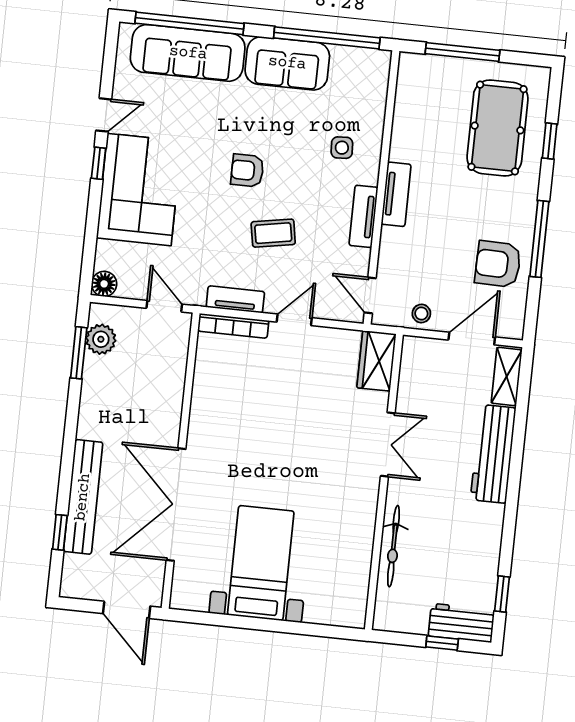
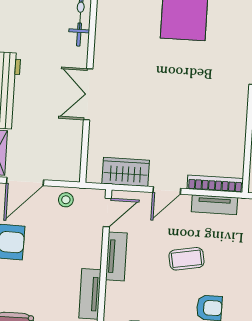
tv unit: (363, 216) -> (116, 256), moved
door: (370, 295) -> (107, 212), hinge flipped
wardrobe: (376, 361) -> (126, 172), moved, turned -90

